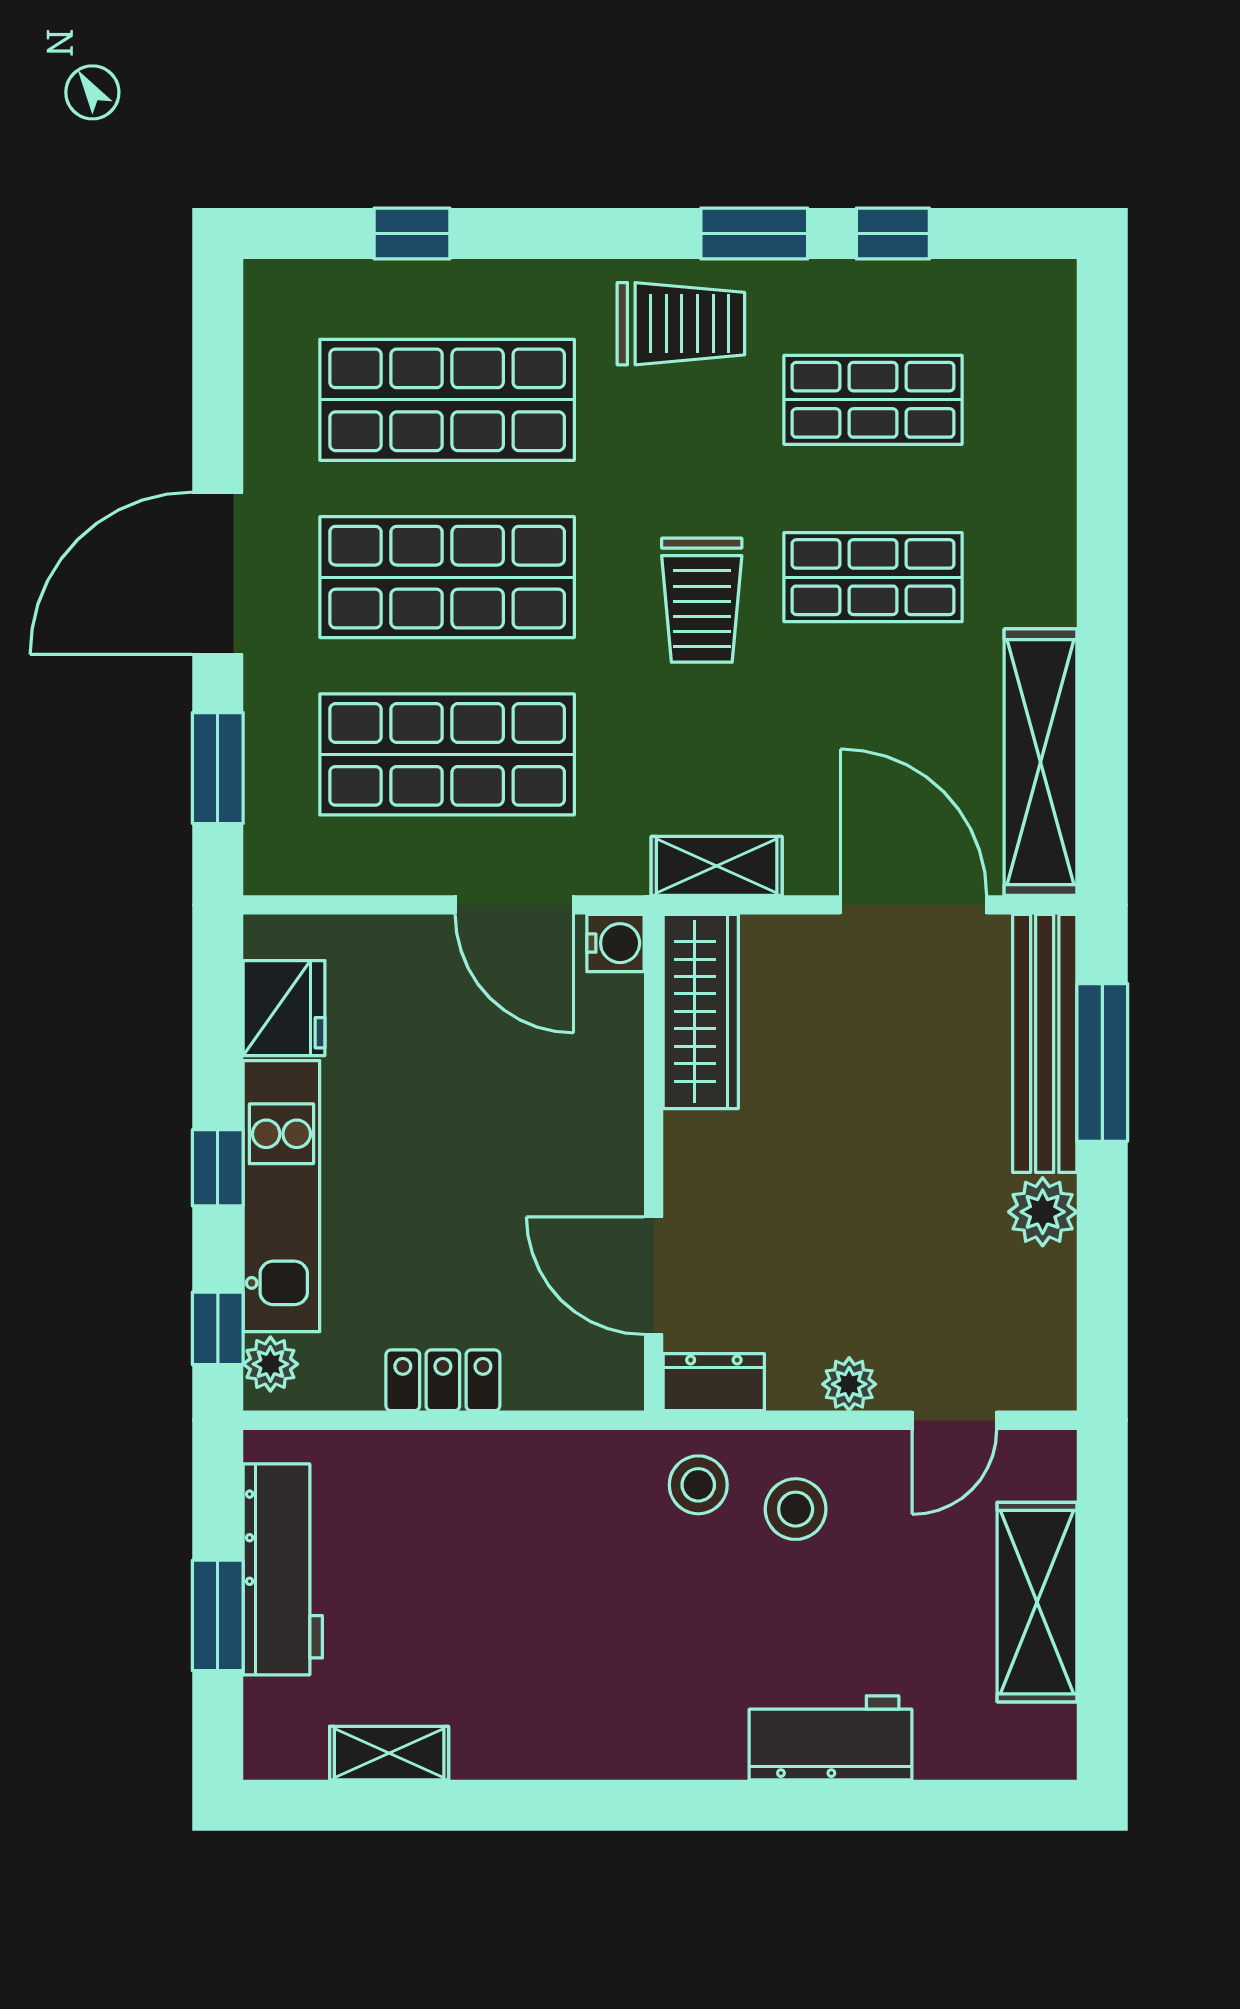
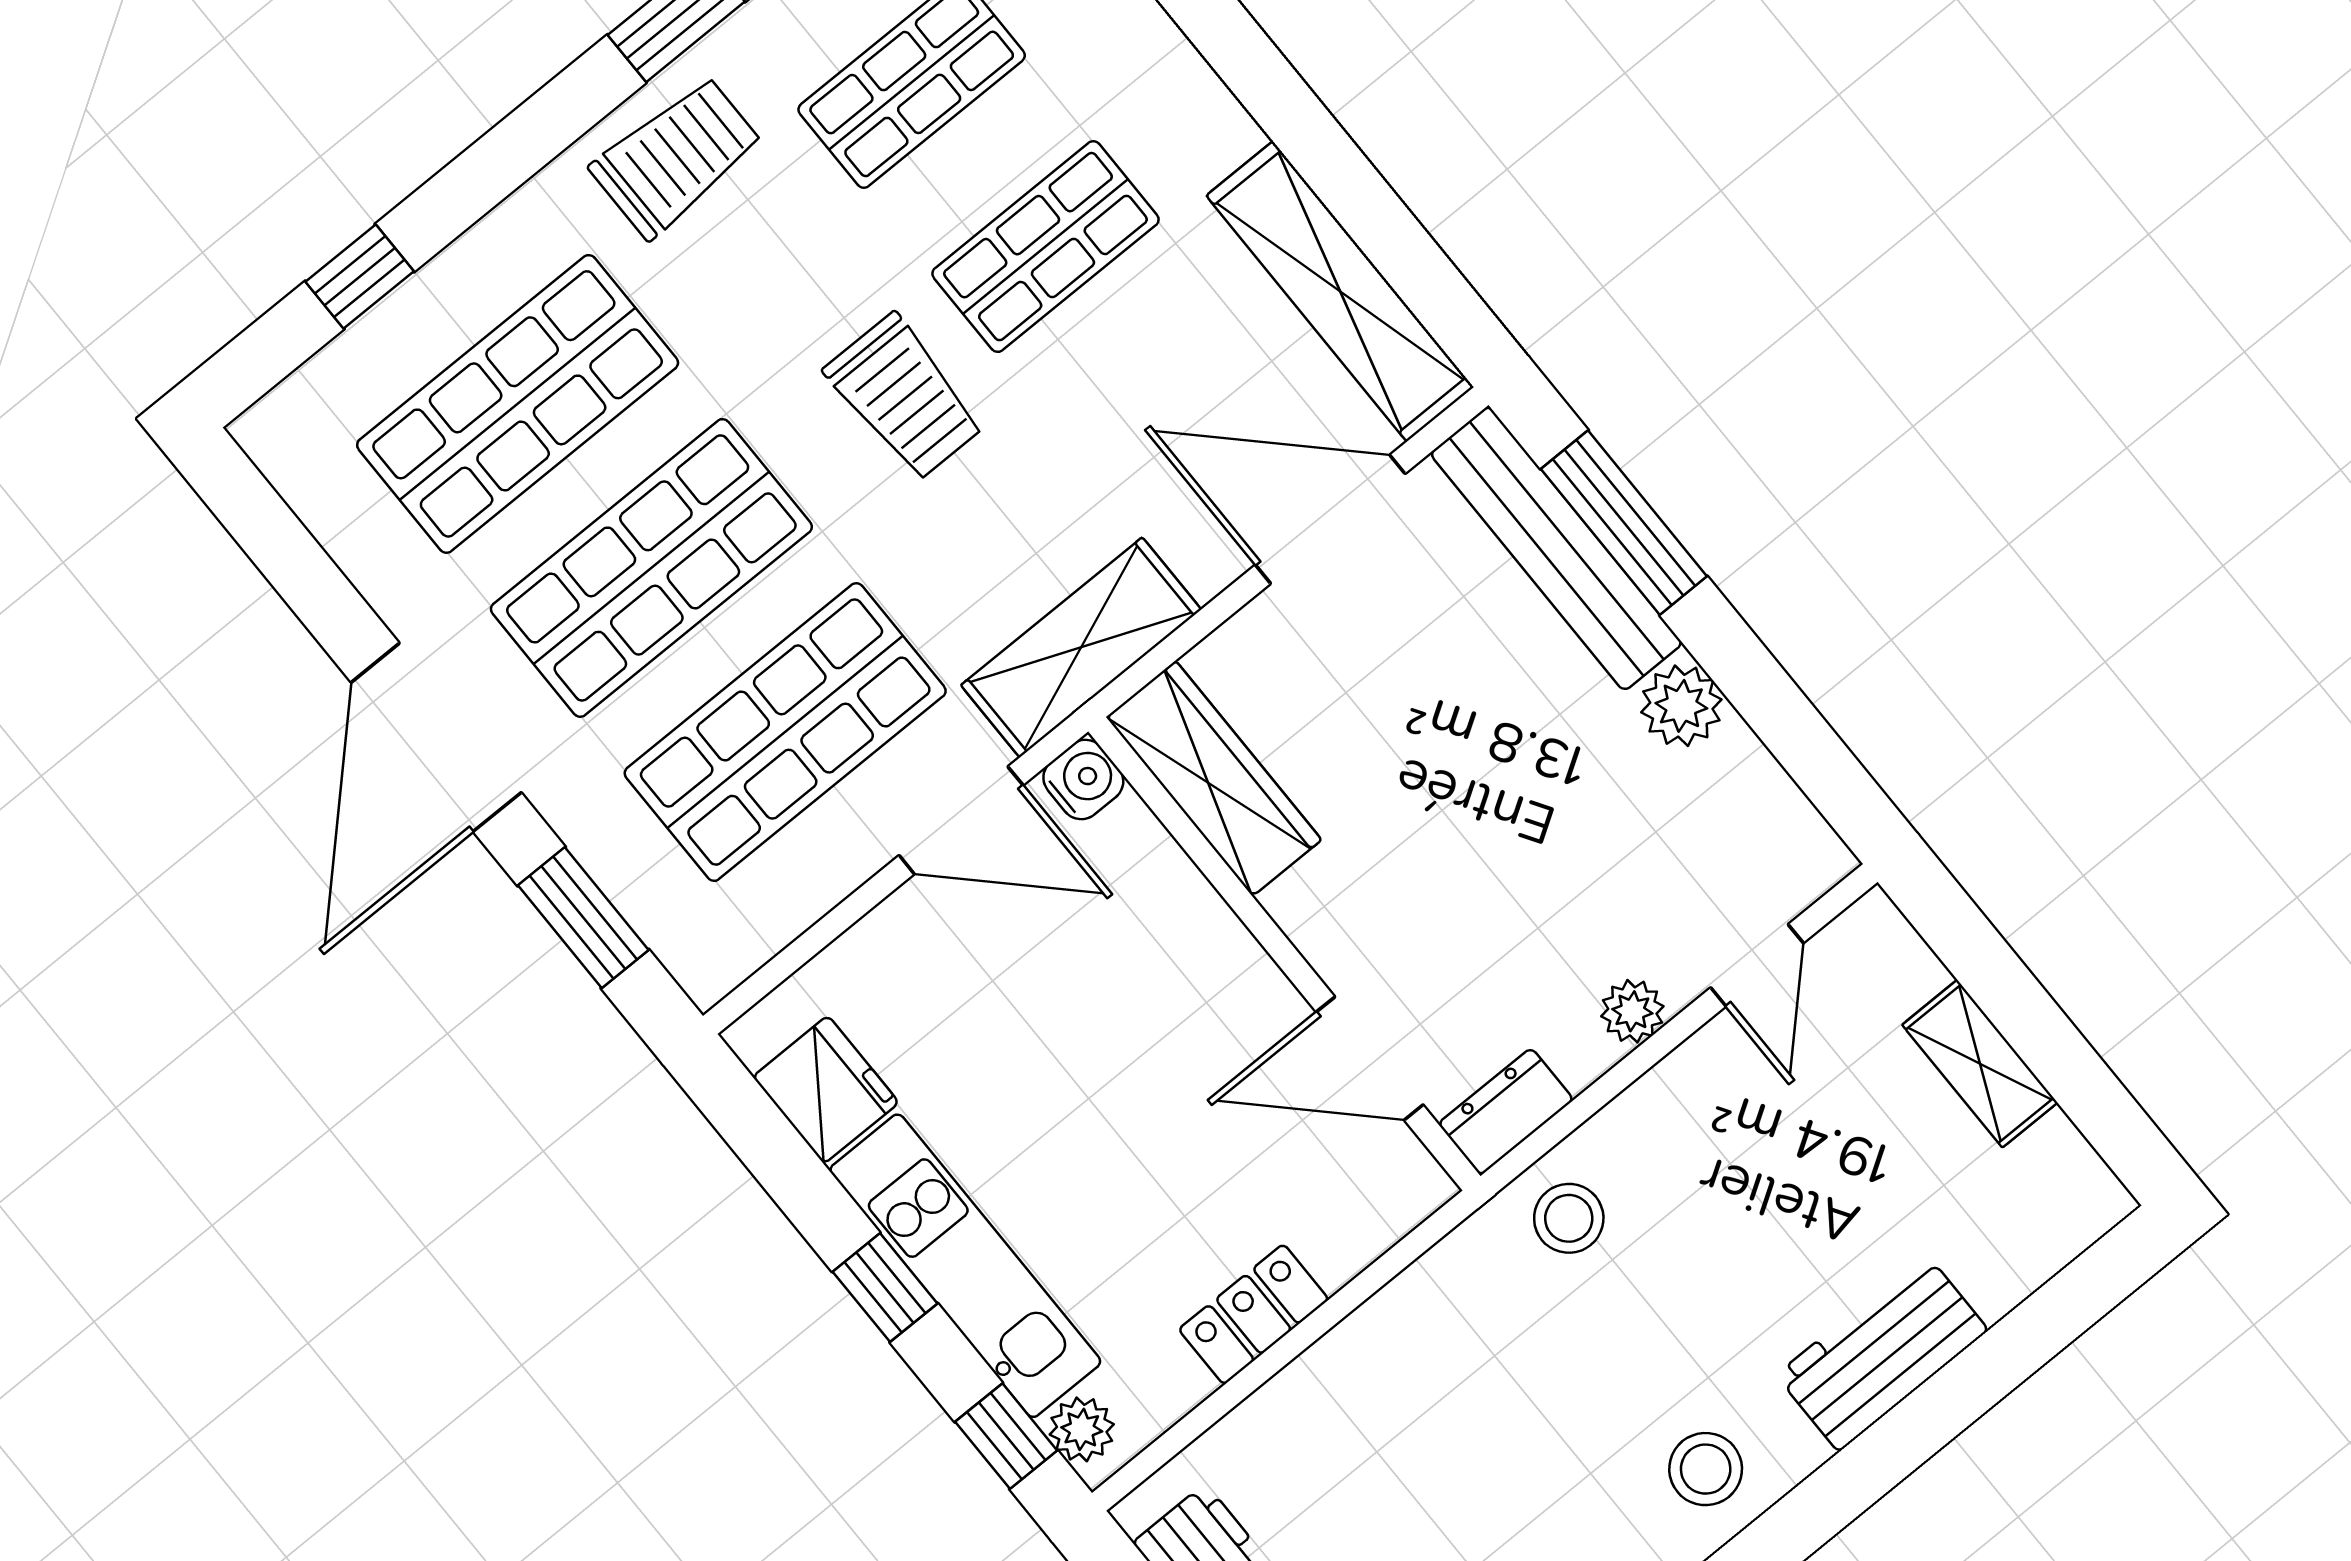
shelving: (717, 866) -> (1081, 647), width x1.50, depth x1.33
stool: (796, 1509) -> (1706, 1469), moved
shelving: (1037, 1602) -> (1980, 1064), width x0.67, depth x0.75

